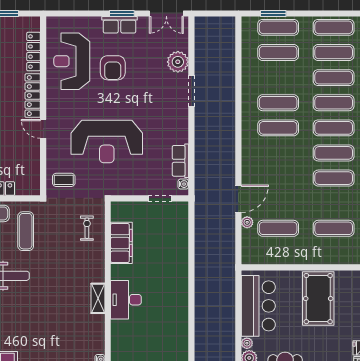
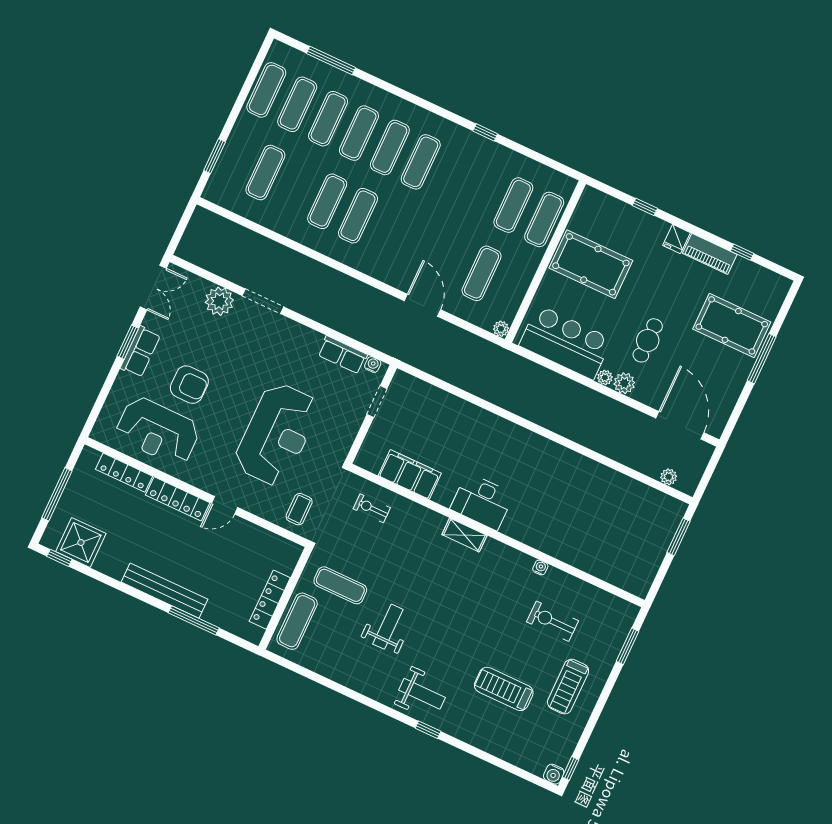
exercise mat: (278, 27) -> (235, 158), removed
exercise mat: (334, 178) -> (544, 219), moved
plant: (247, 222) -> (501, 329), moved

